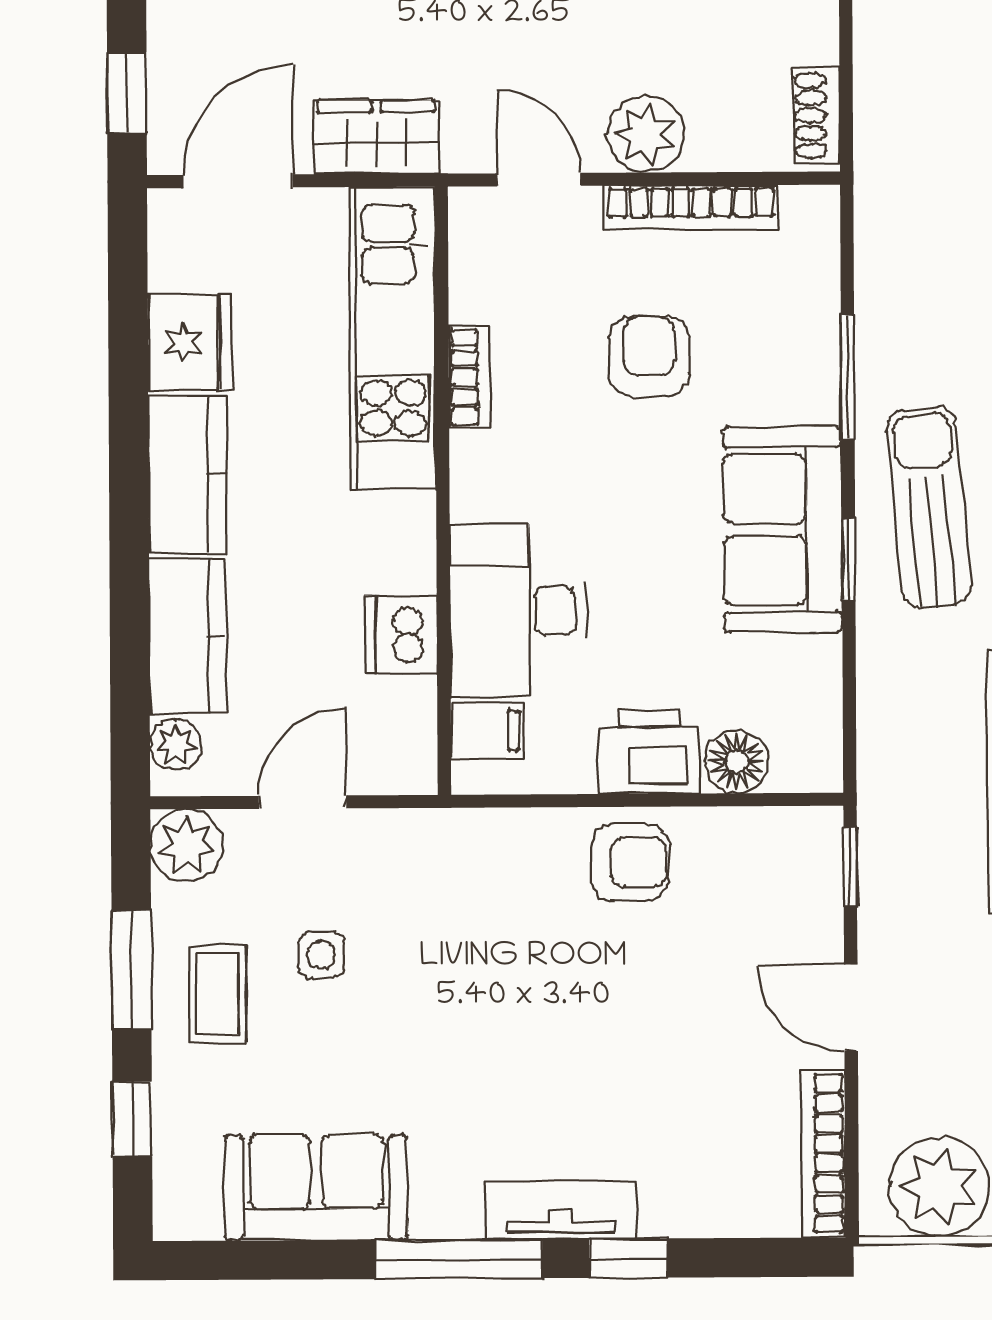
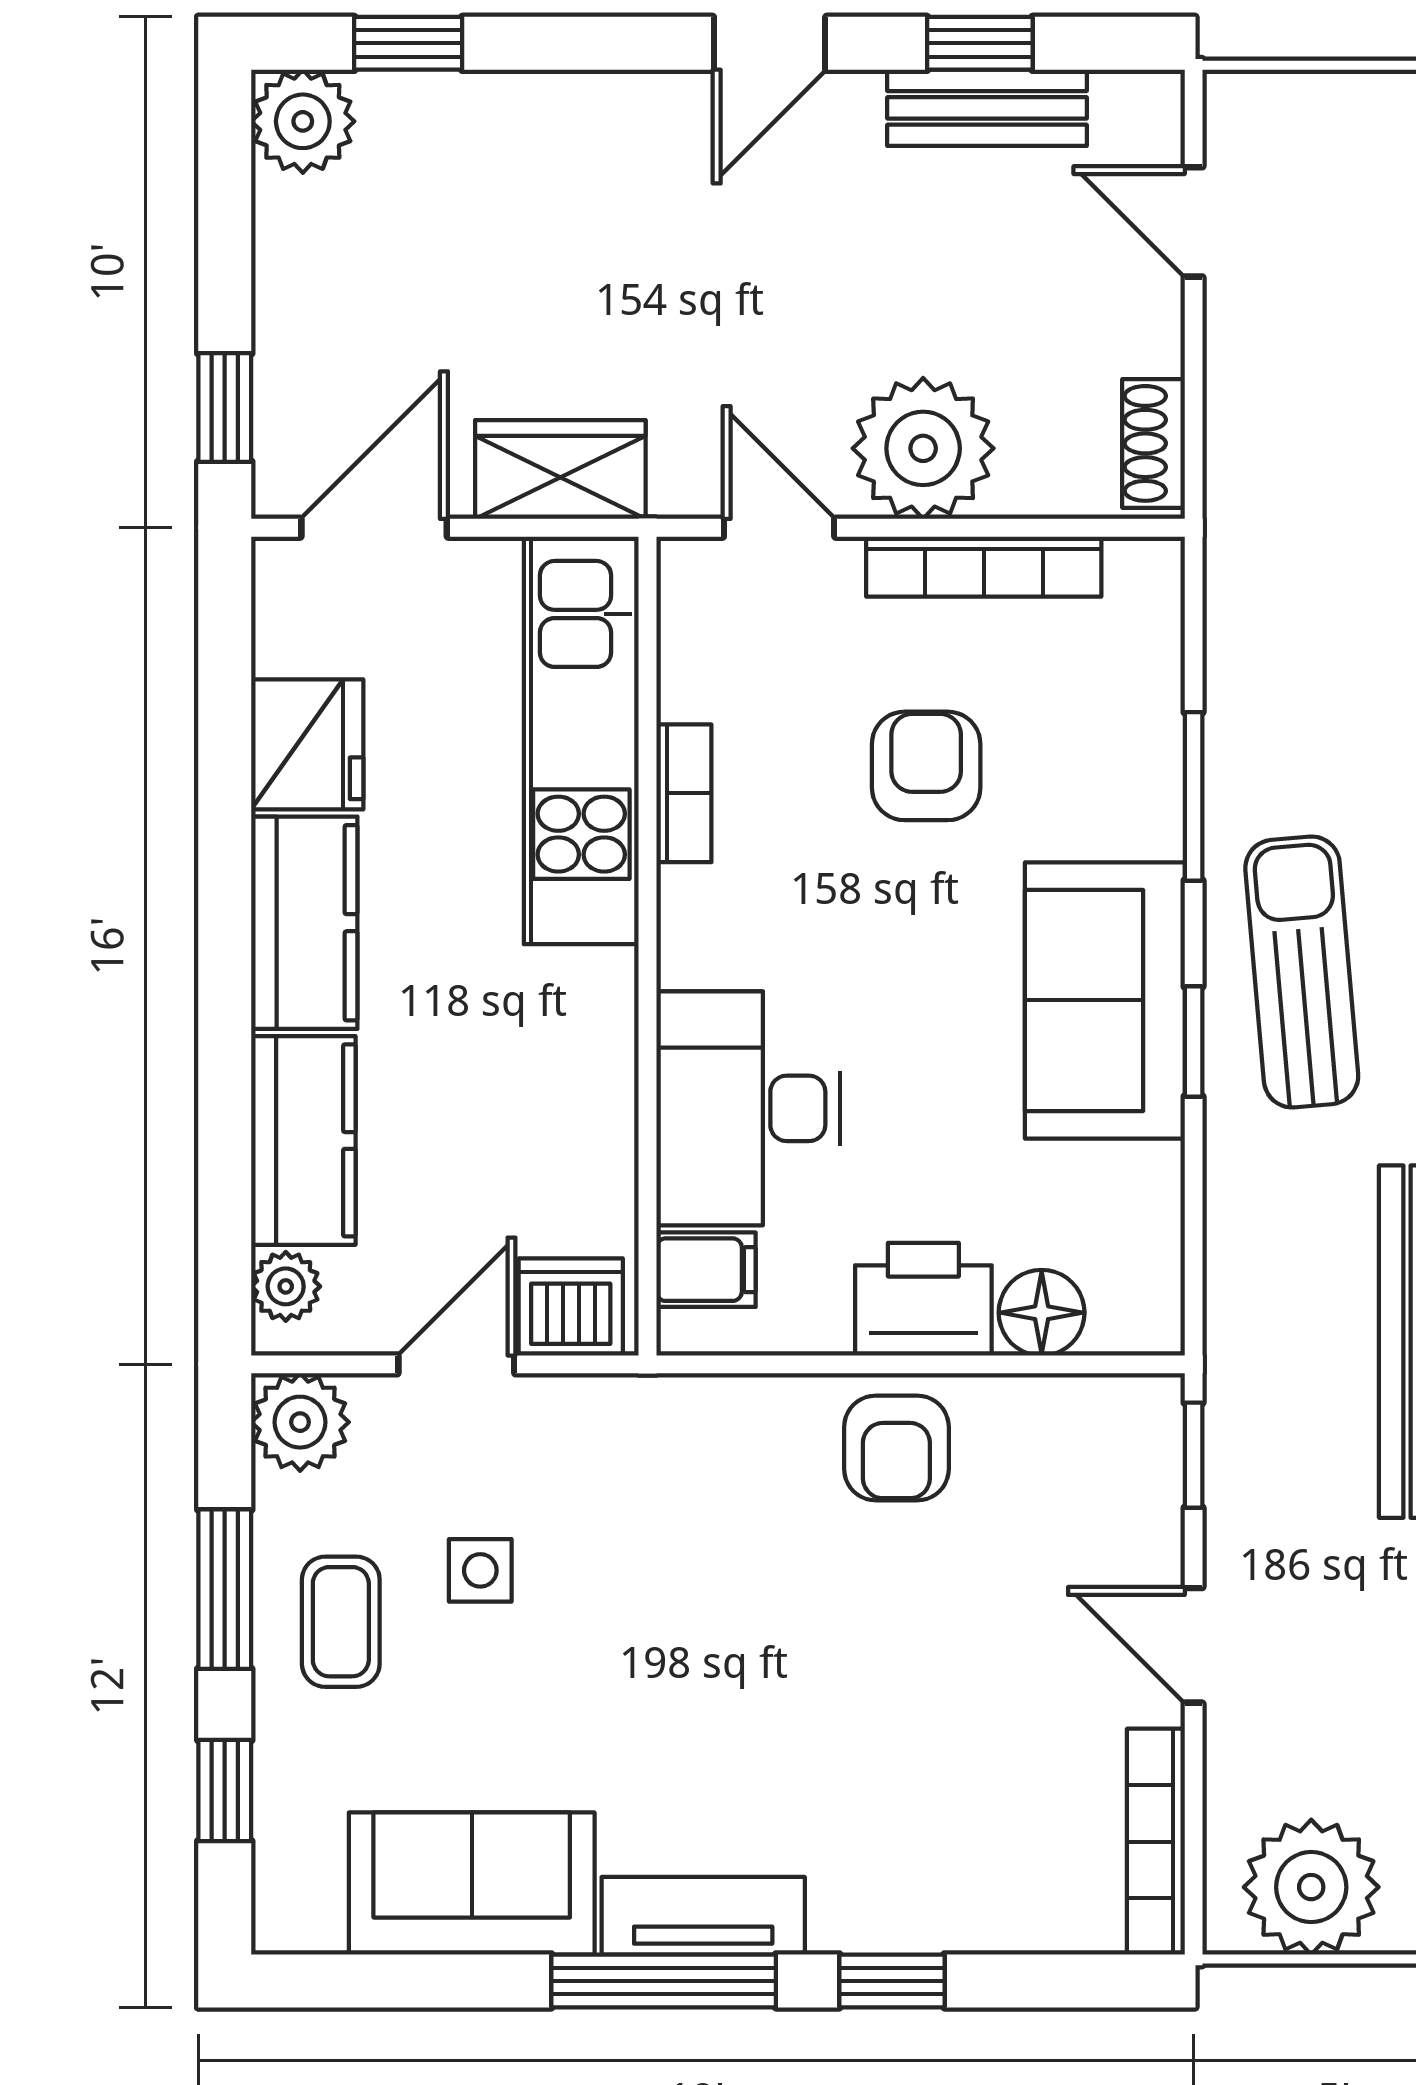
plant: (646, 134) -> (923, 448), width x1.36, depth x1.36
dishwasher: (401, 634) -> (571, 1307), moved, turned 90
armchair: (630, 862) -> (896, 1448), turned 90
tv unit: (561, 1210) -> (703, 1916), moved

